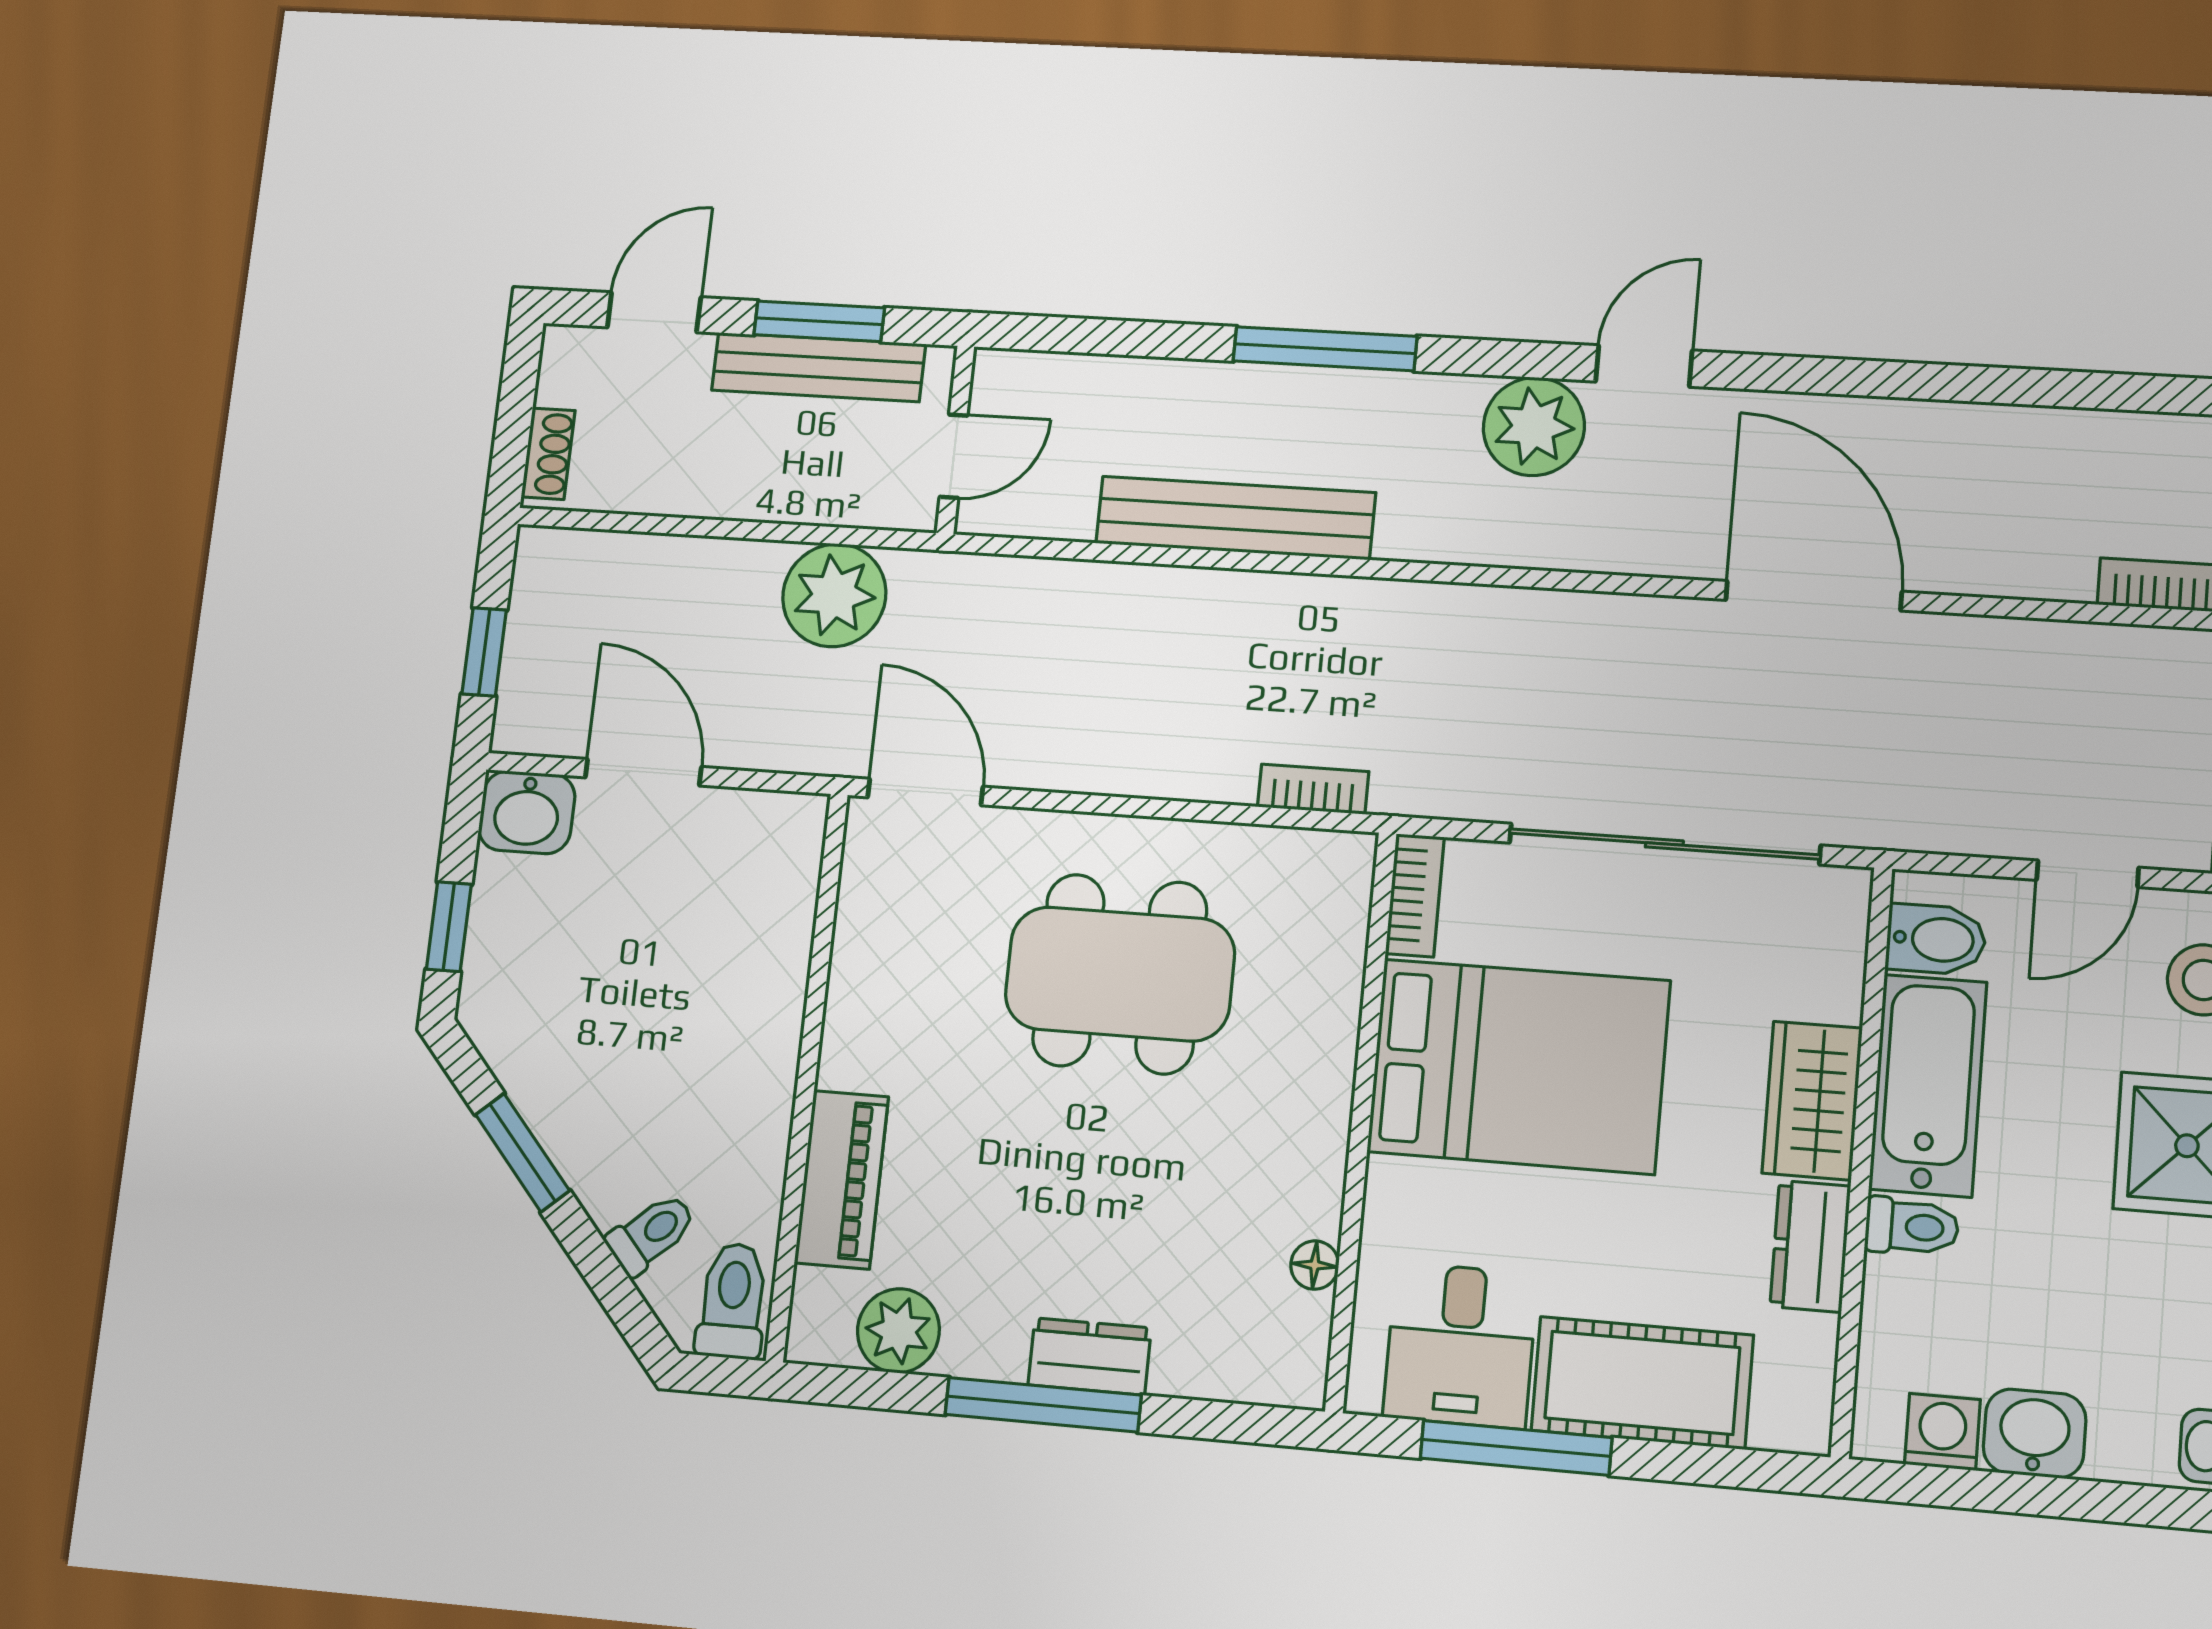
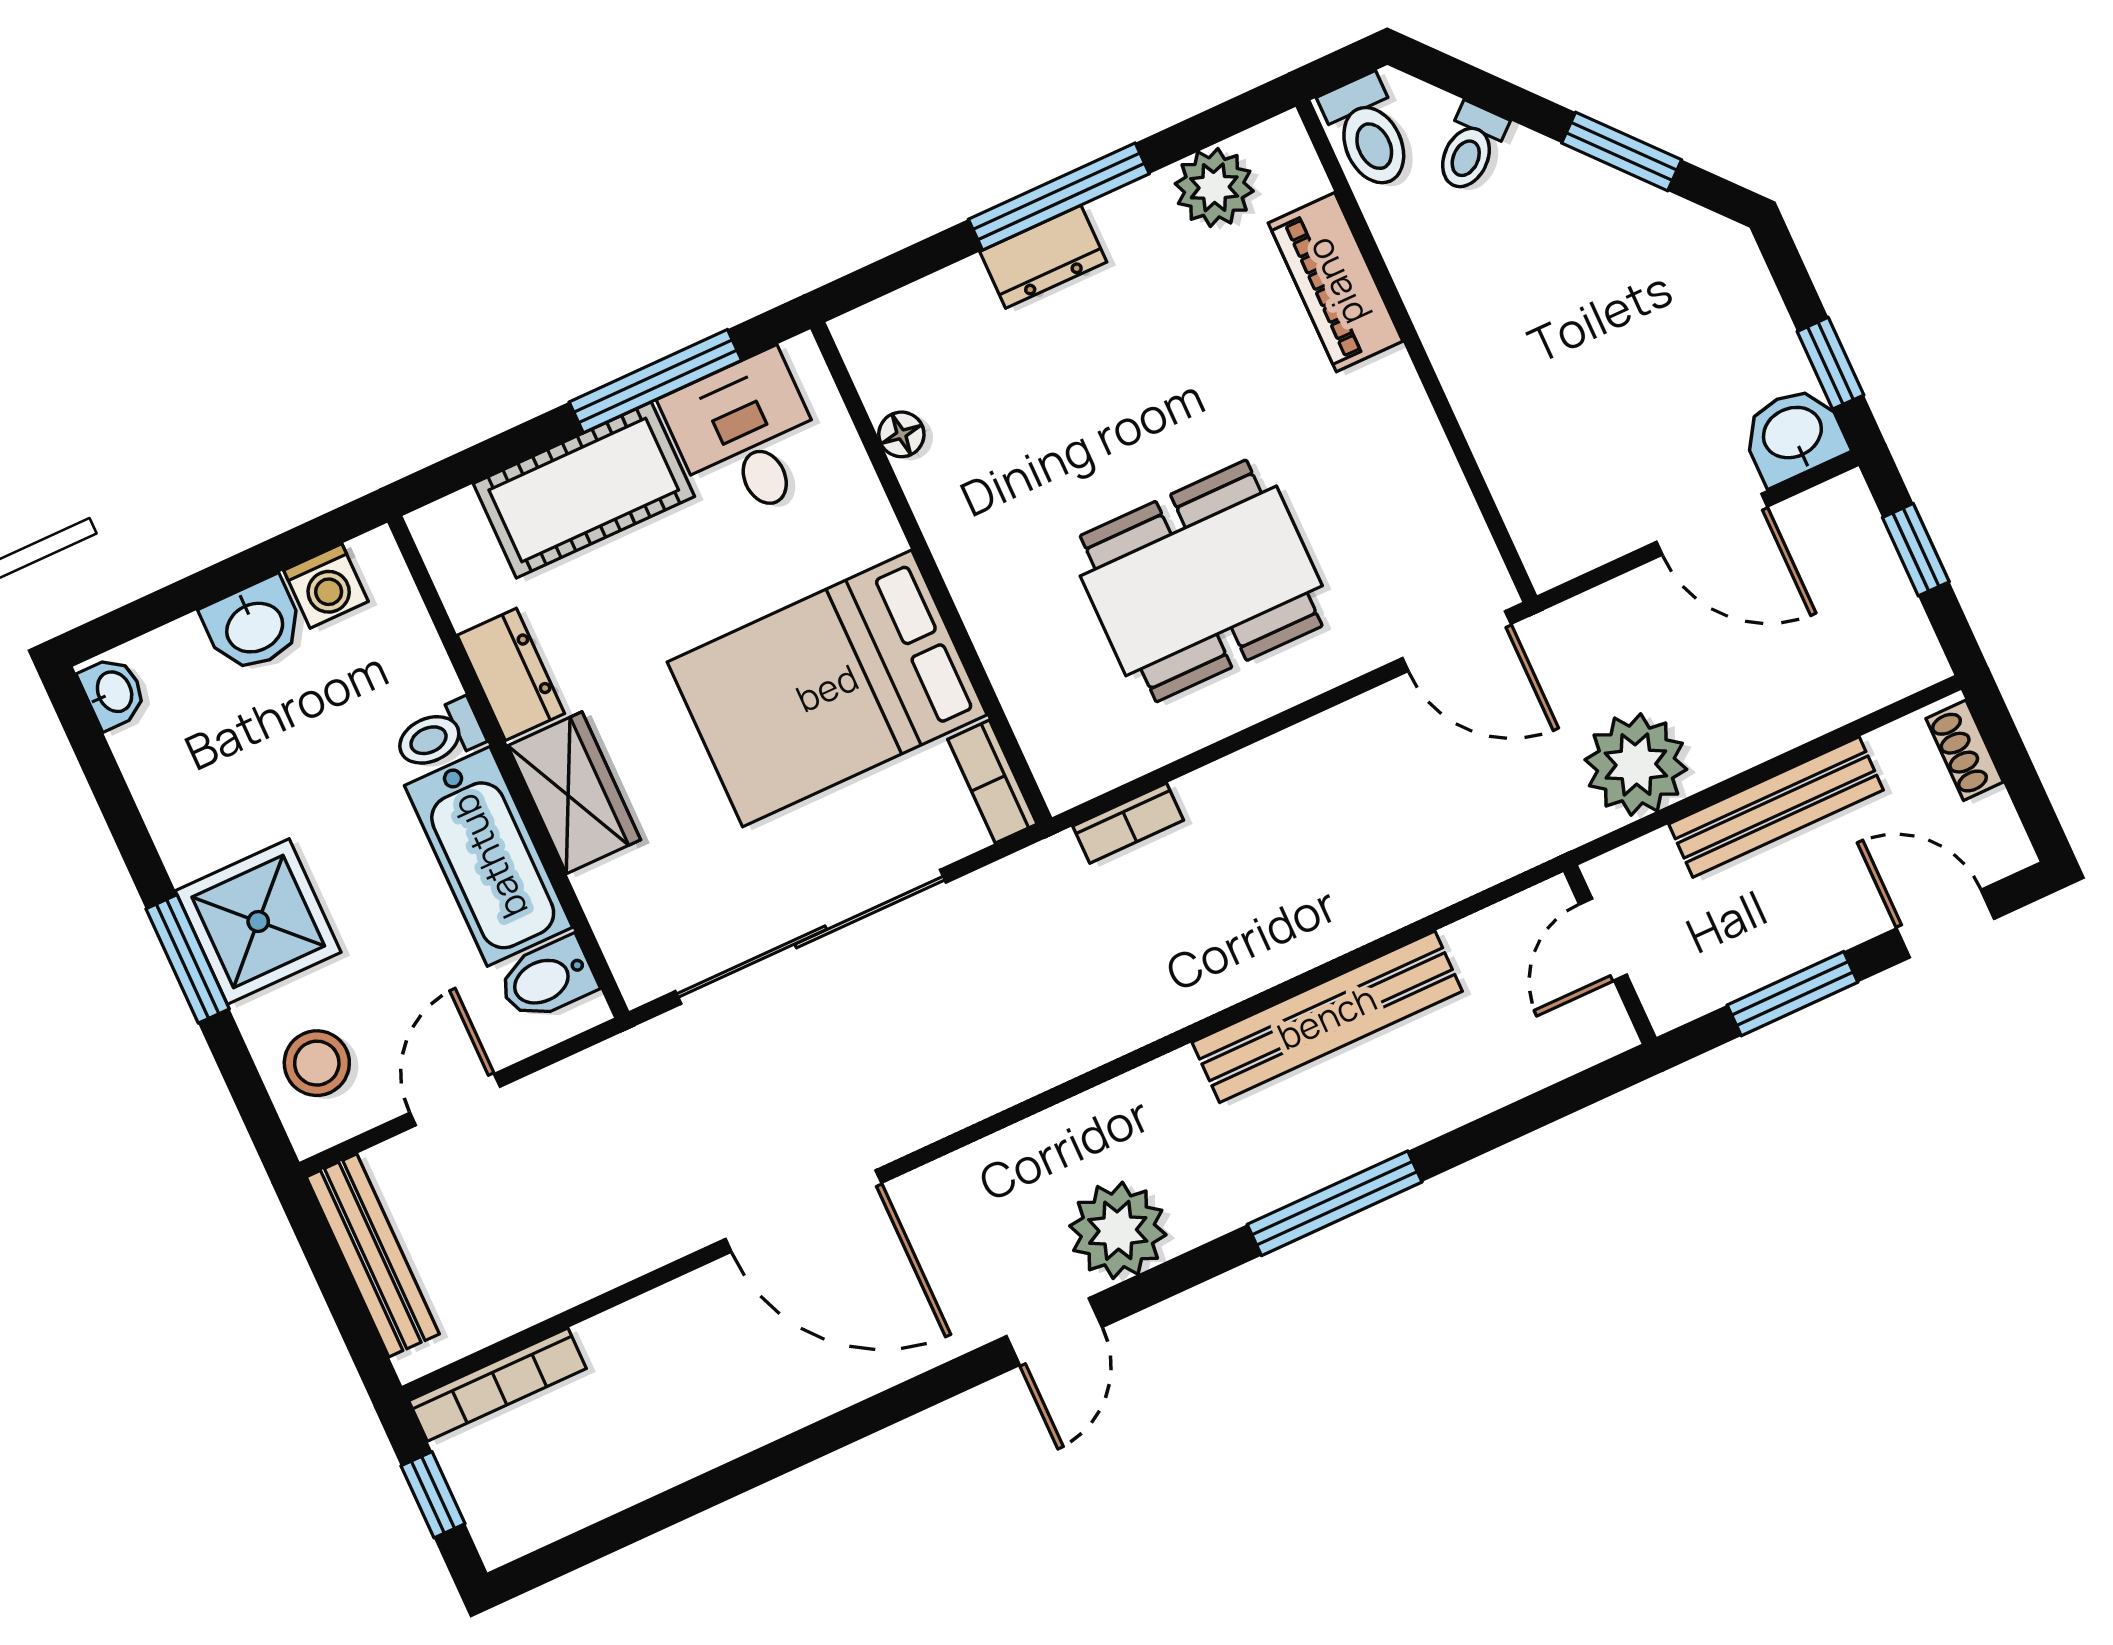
door: (654, 312) -> (1945, 924), swing flipped
bench: (818, 367) -> (1776, 807), moved
window: (449, 927) -> (1830, 363), moved

